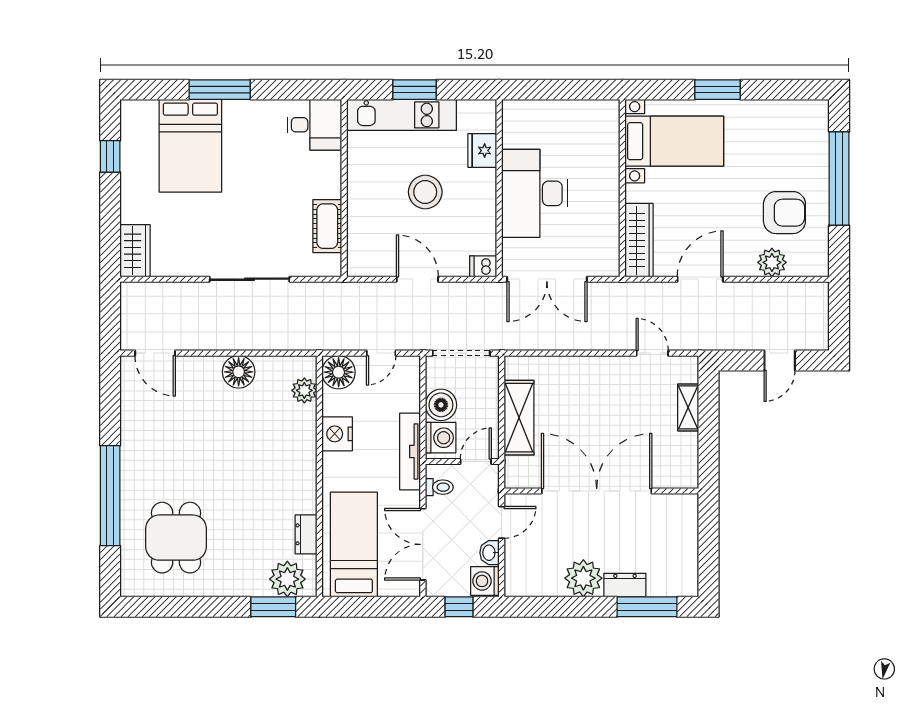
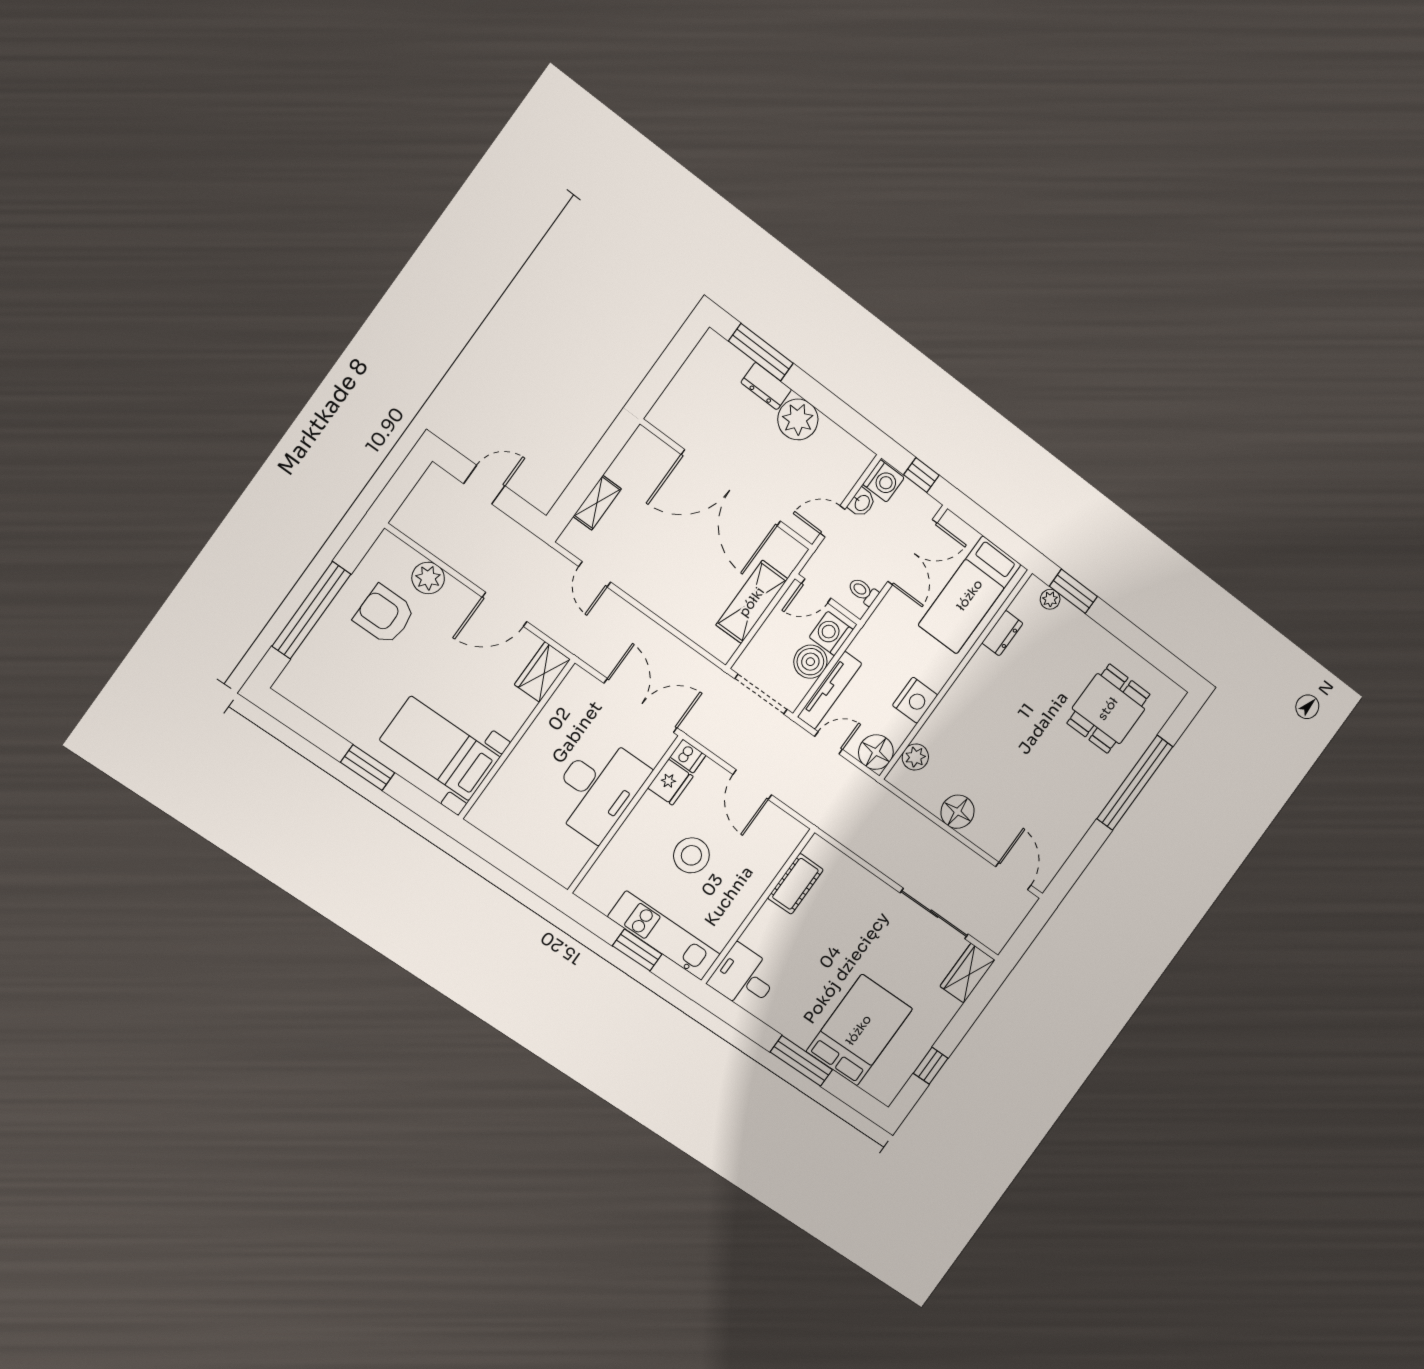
fridge: (482, 151) -> (670, 782), moved
wardrobe: (639, 240) -> (542, 672), width x0.67
sliding door: (250, 279) -> (934, 914), moved
tv unit: (410, 451) -> (830, 690), moved
plant: (287, 579) -> (1050, 599), width x0.53, depth x0.53

